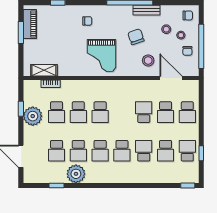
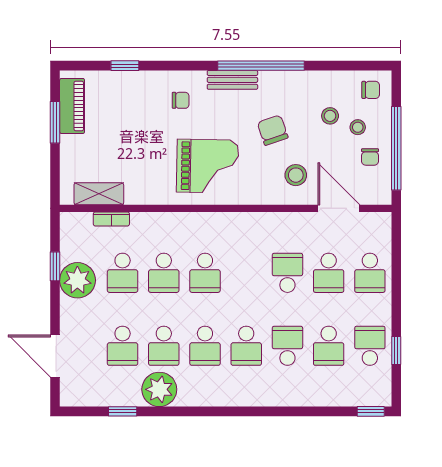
bench: (146, 10) -> (232, 80), moved
grand piano: (102, 56) -> (208, 166), turned -89

